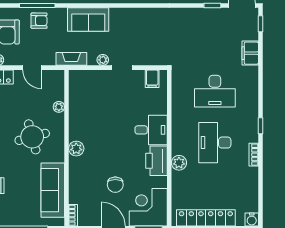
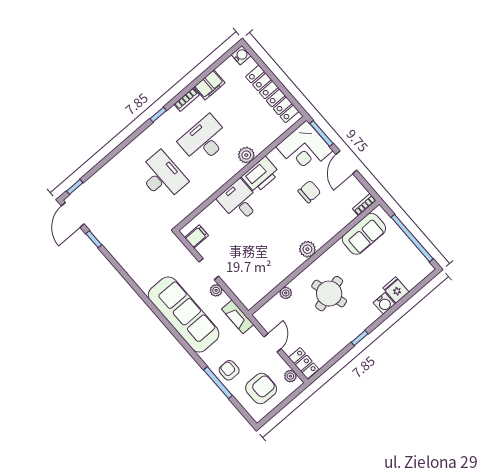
sofa: (88, 19) -> (184, 314), width x1.85, depth x1.27
filing cabinet: (250, 53) -> (209, 85), moved
desk: (215, 143) -> (204, 140), turned 180
sofa: (53, 190) -> (364, 234), width x0.73

